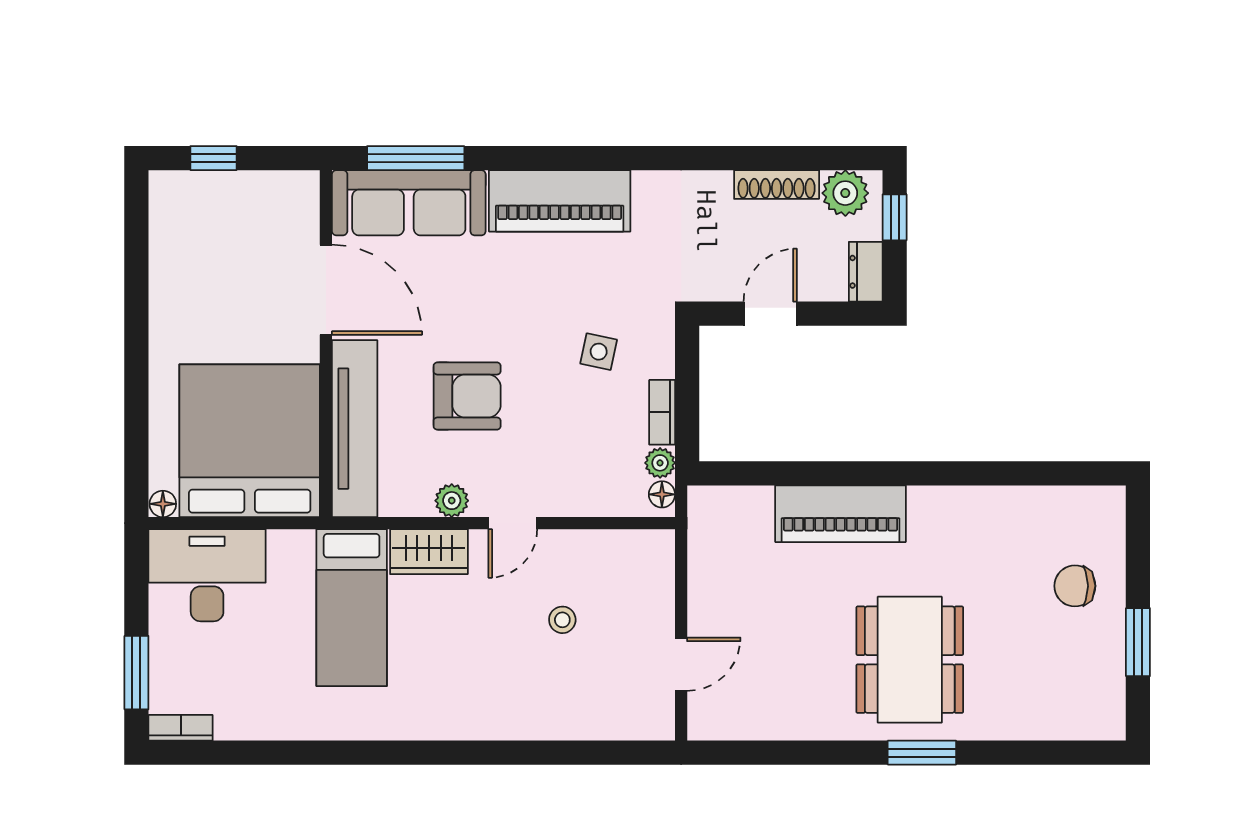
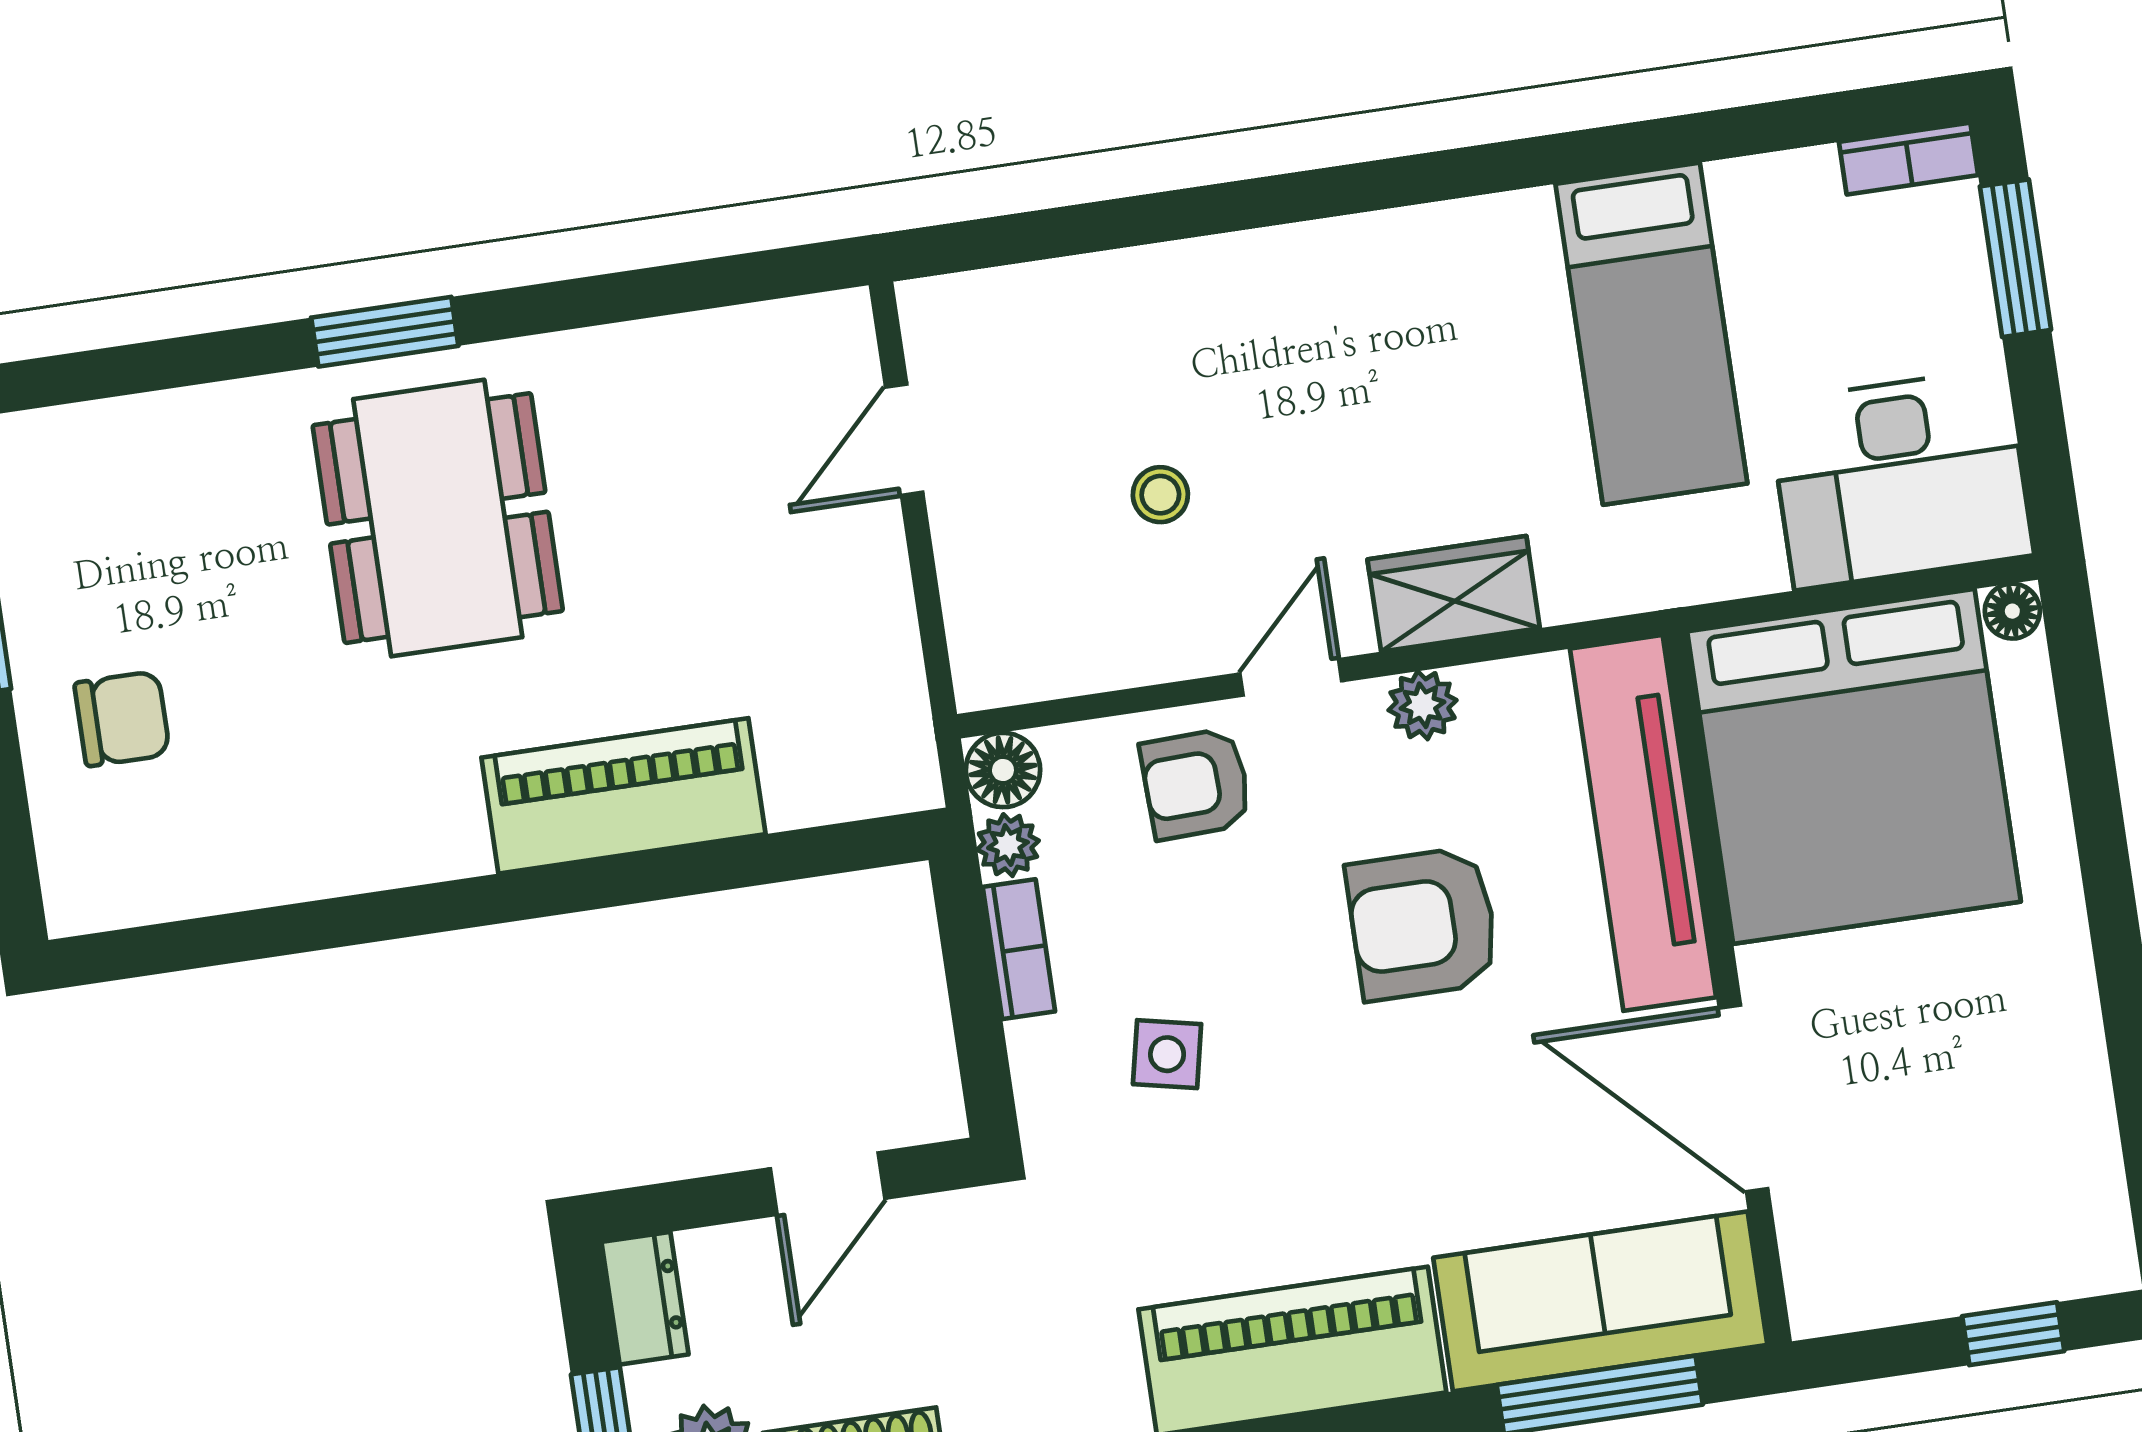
armchair: (566, 479) -> (1196, 784), added
floor lamp: (662, 494) -> (1003, 770), width x1.37, depth x1.37
bed: (352, 608) -> (1651, 334), moved, turned 180

